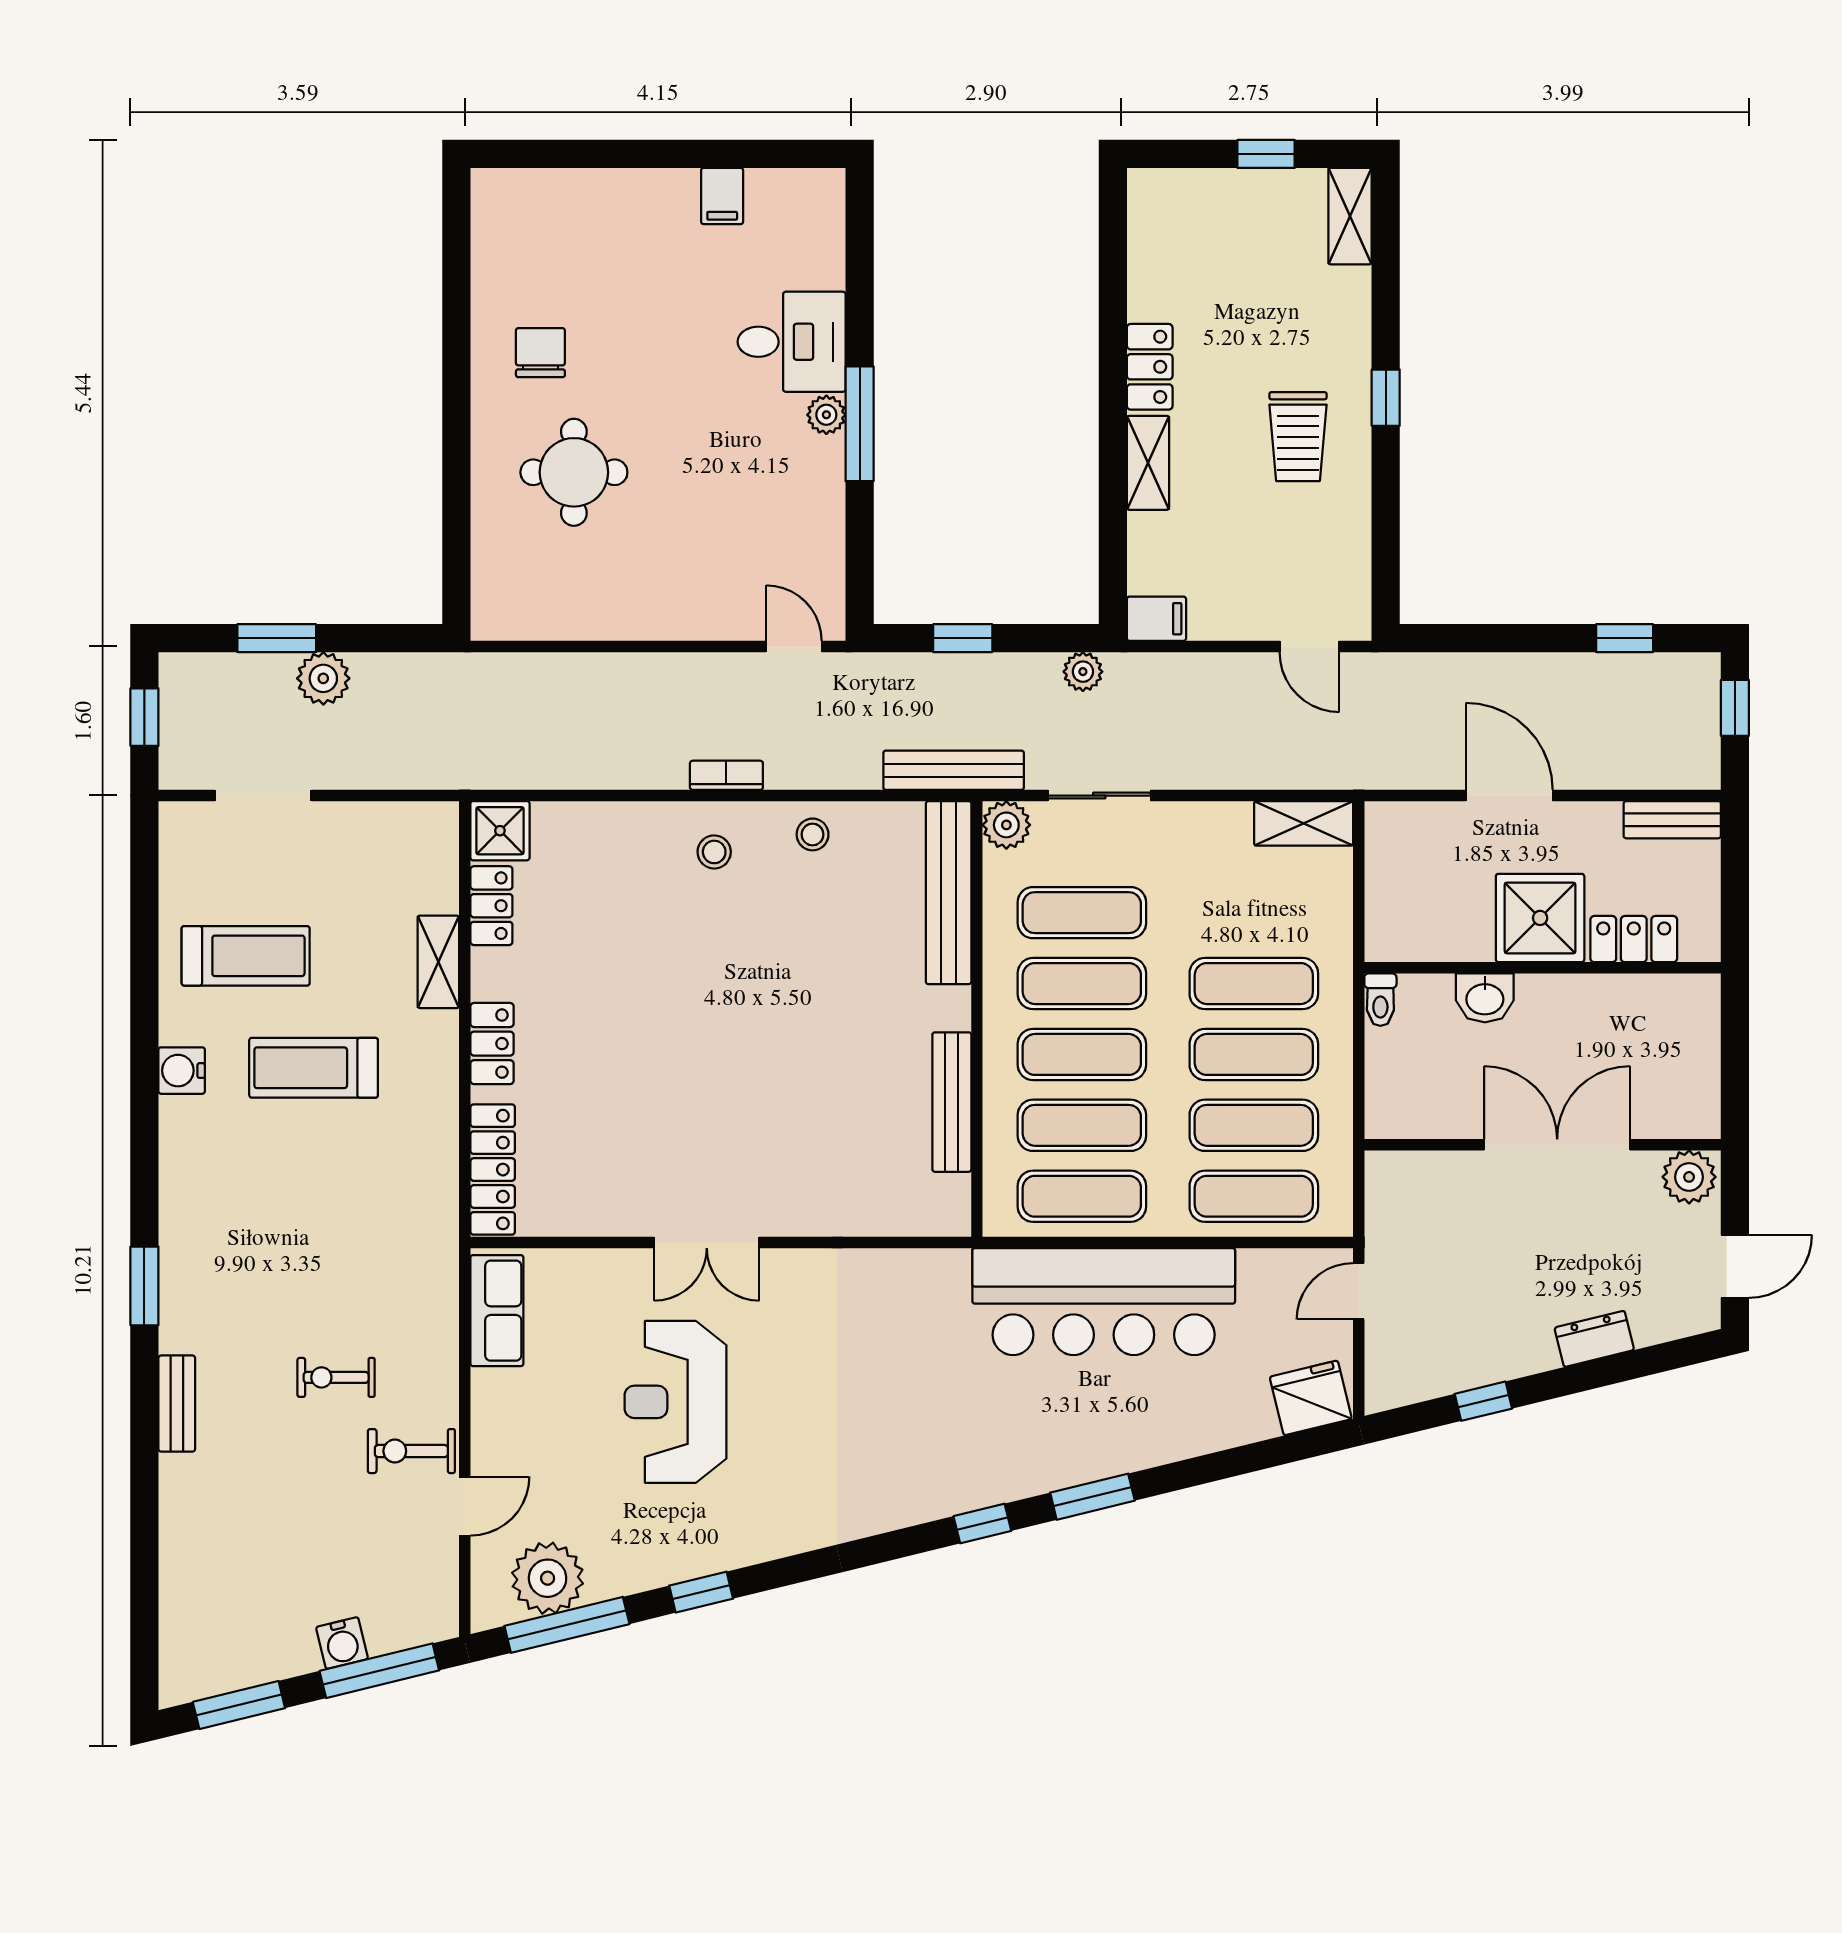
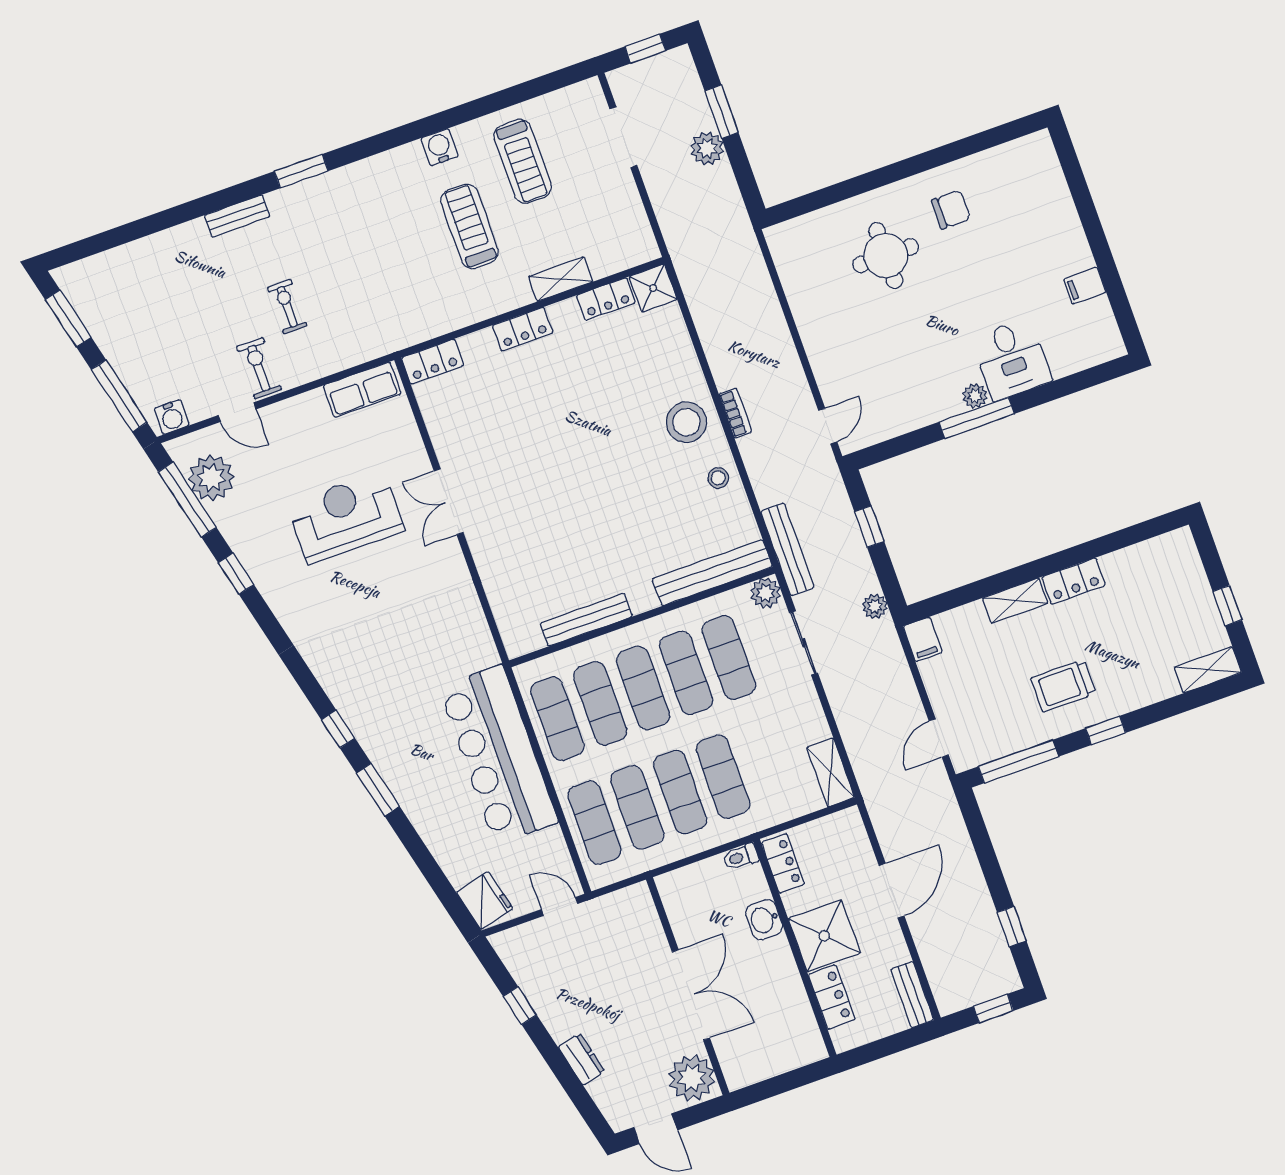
window: (1386, 542) -> (1019, 761), added
stool: (714, 852) -> (686, 422), width x1.89, depth x1.89
locker: (1412, 941) -> (783, 863), added
locker: (493, 1170) -> (433, 362), width x0.66
plant: (1689, 1177) -> (692, 1078), width x1.36, depth x1.36
water cooler: (342, 1643) -> (172, 417), moved, turned -76

